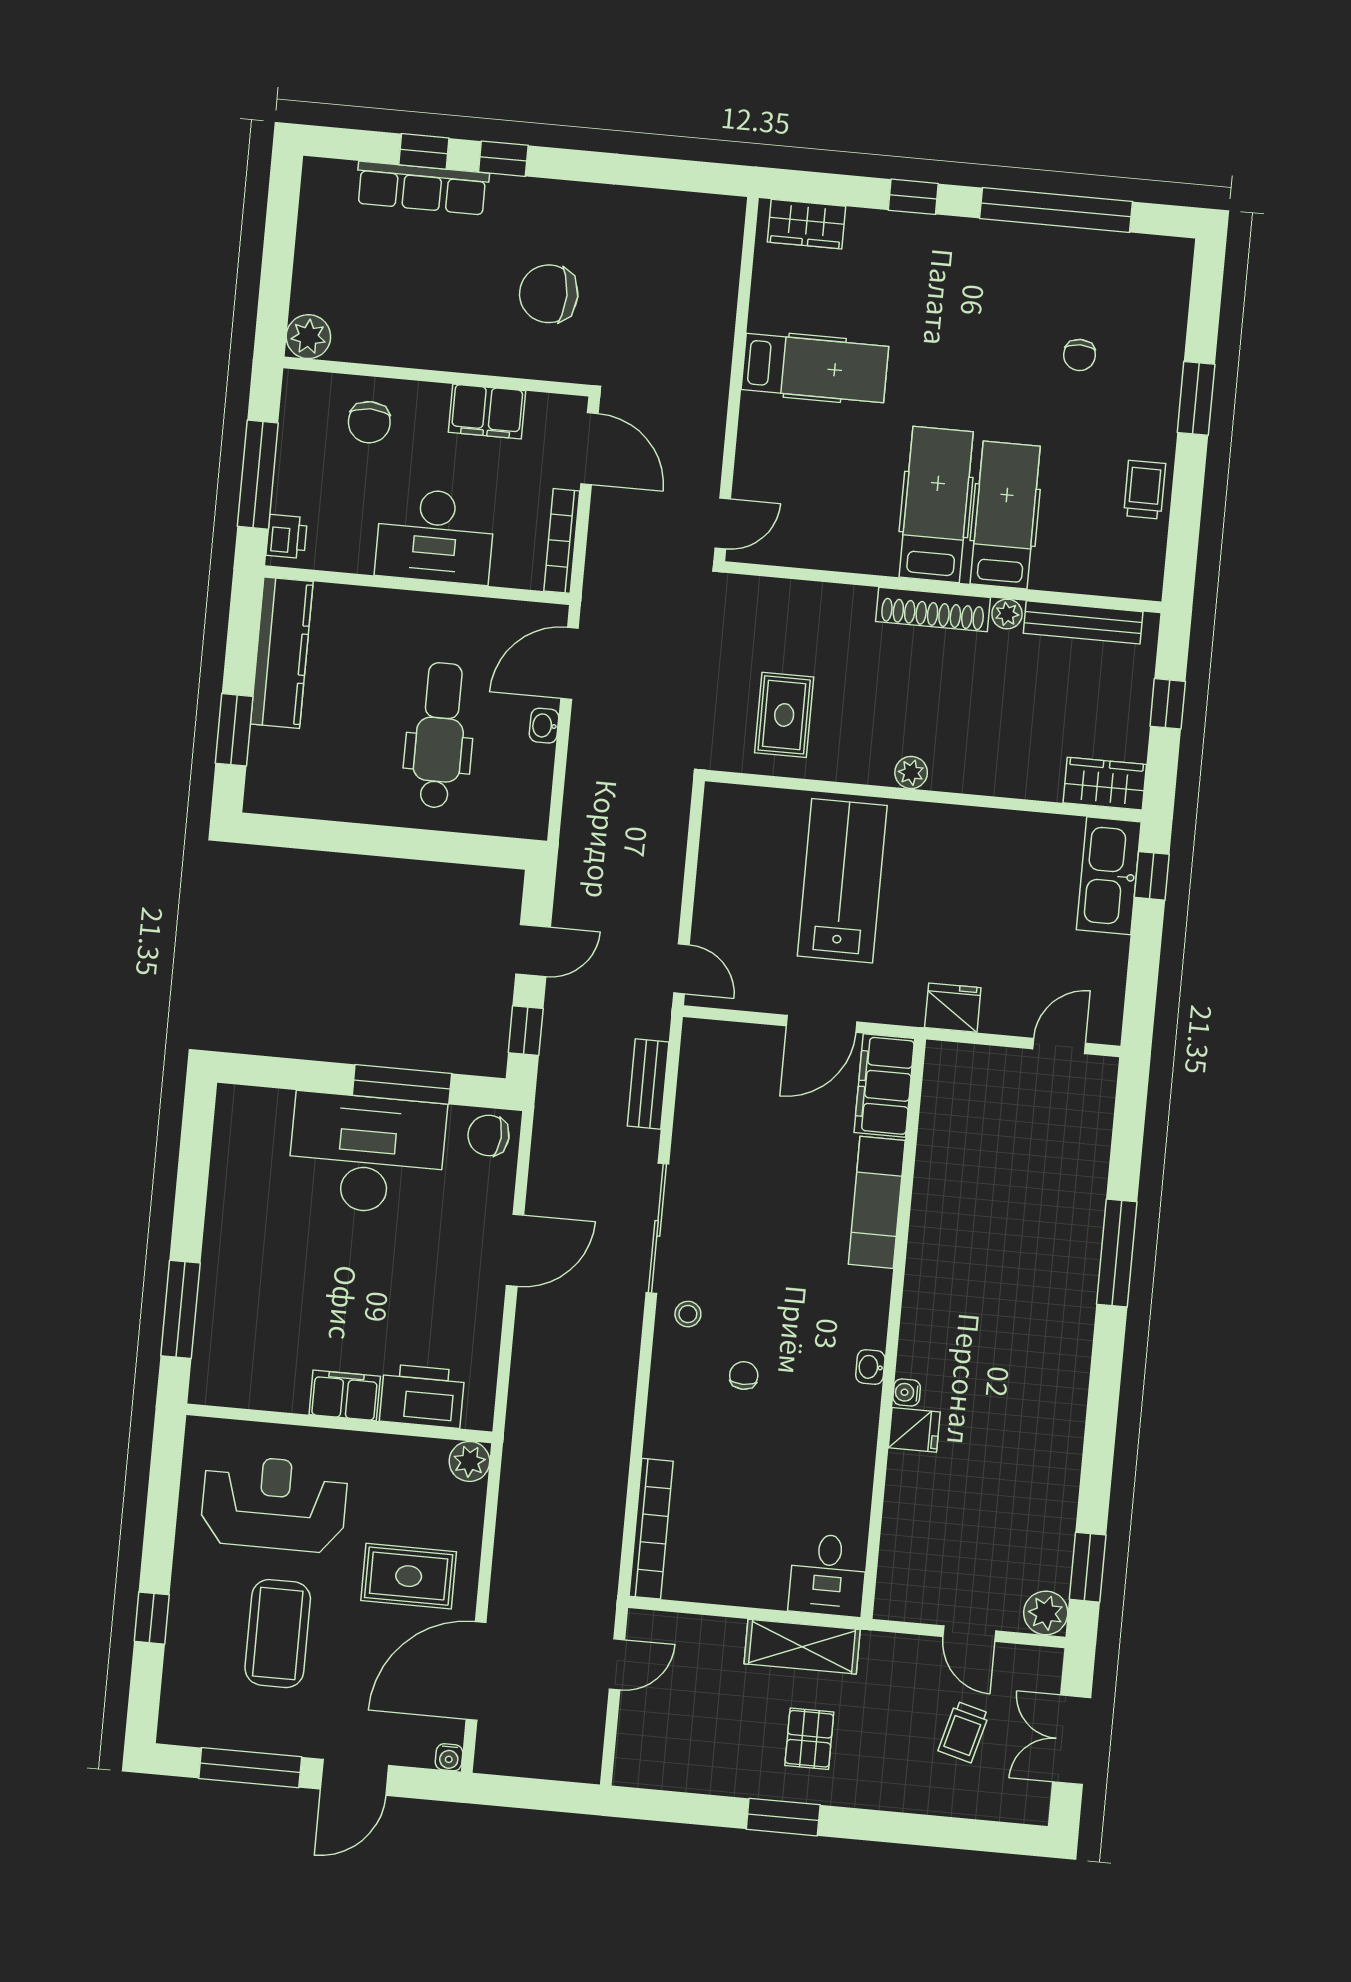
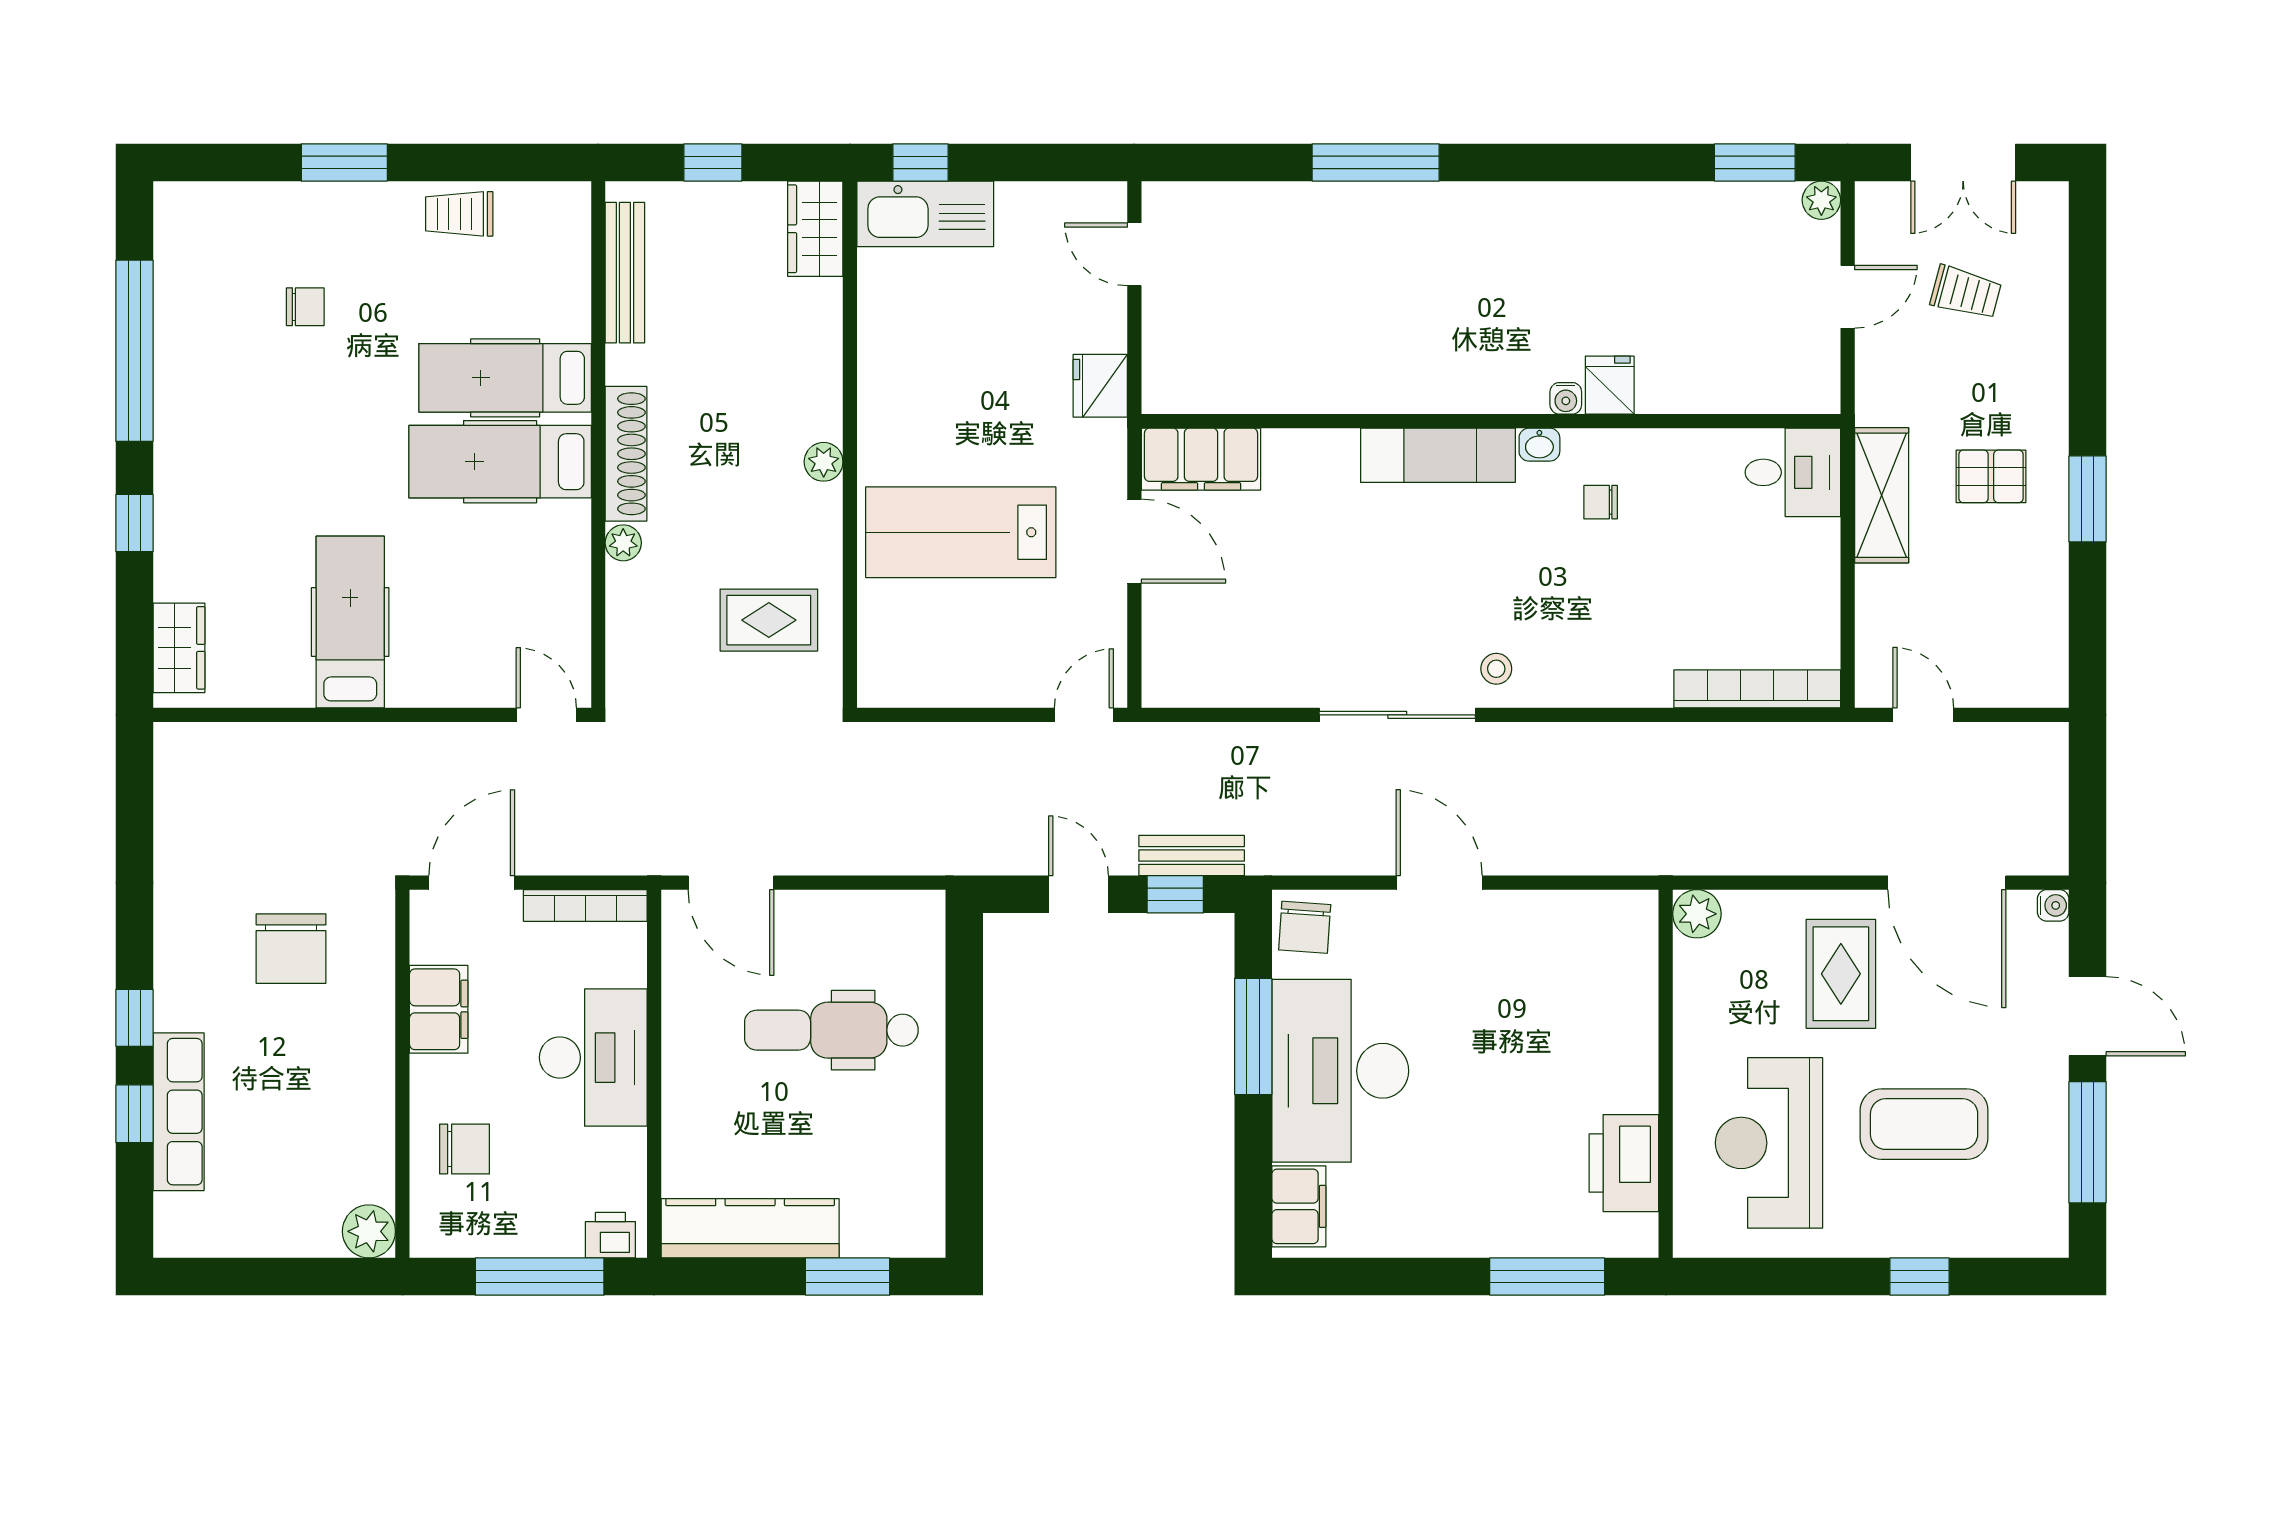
plant: (1007, 614) -> (623, 543), moved
washbasin: (544, 726) -> (808, 906), removed
bench: (648, 1084) -> (1192, 855), moved
exam couch: (877, 1202) -> (1438, 455), moved
chair: (744, 1376) -> (1601, 502), moved
filing cabinet: (345, 1395) -> (1299, 1206), moved, turned 180
printer: (422, 1396) -> (1624, 1163), moved
plant: (1046, 1613) -> (1821, 200), width x0.73, depth x0.73

